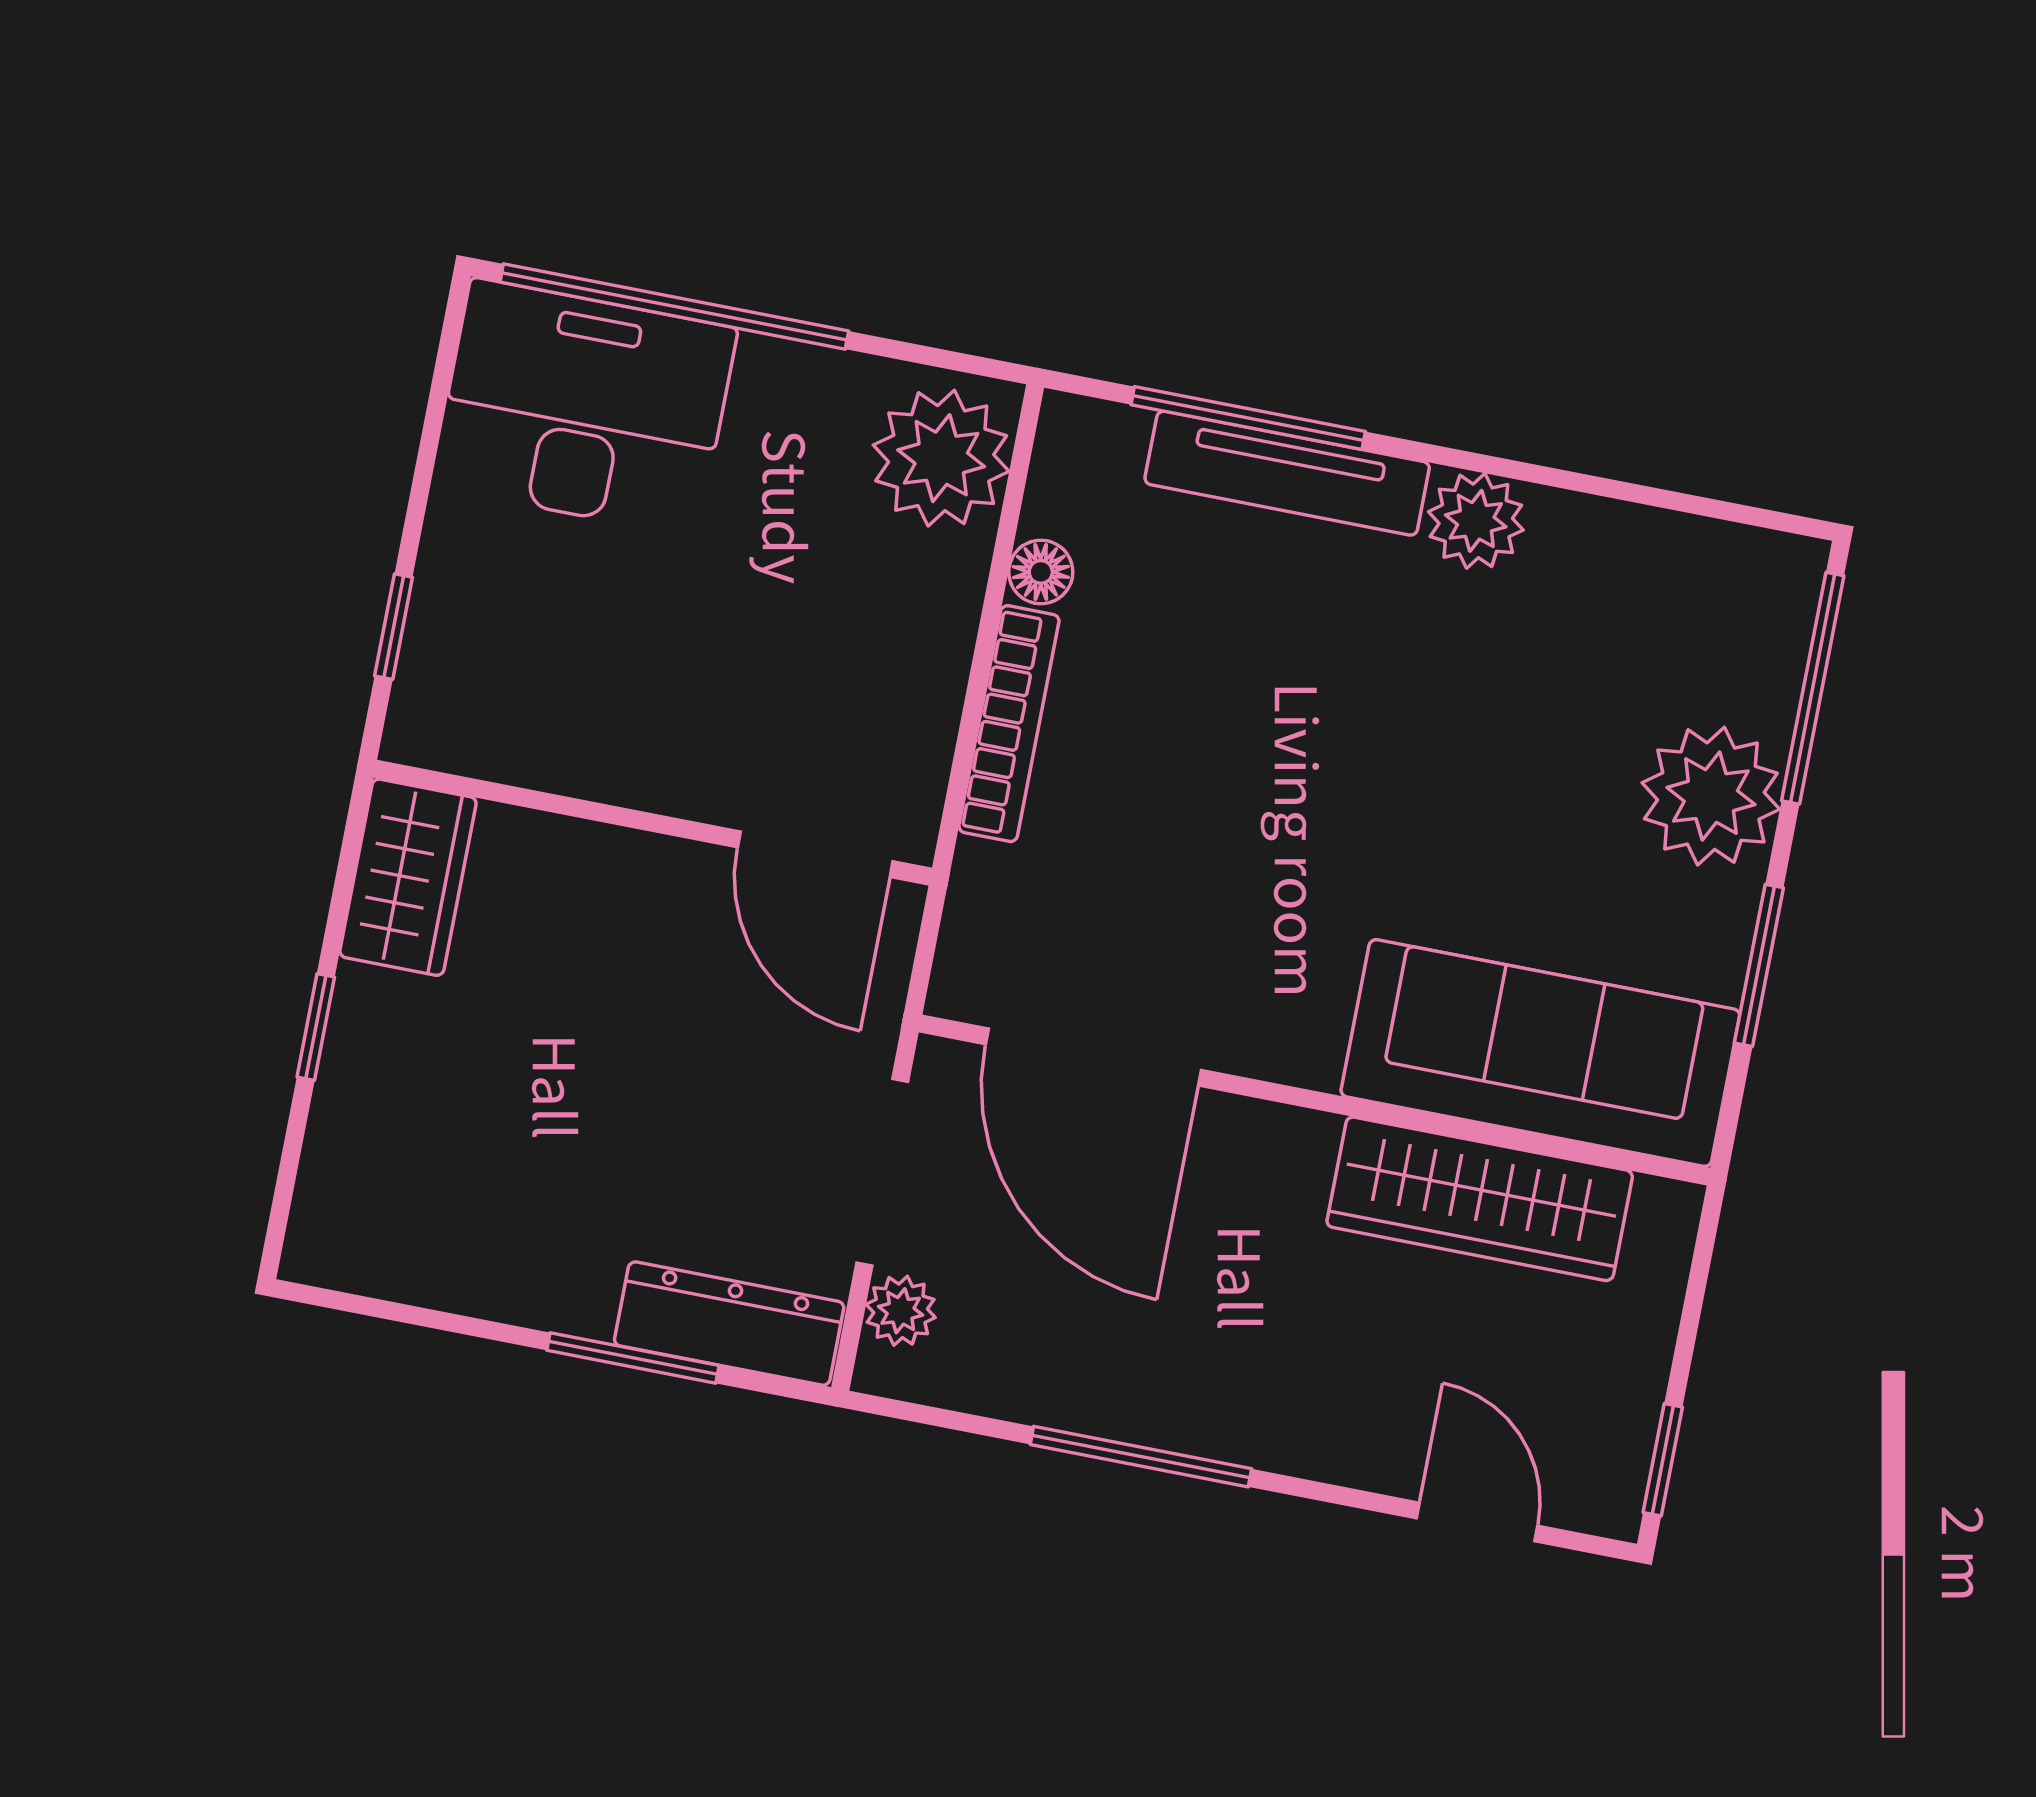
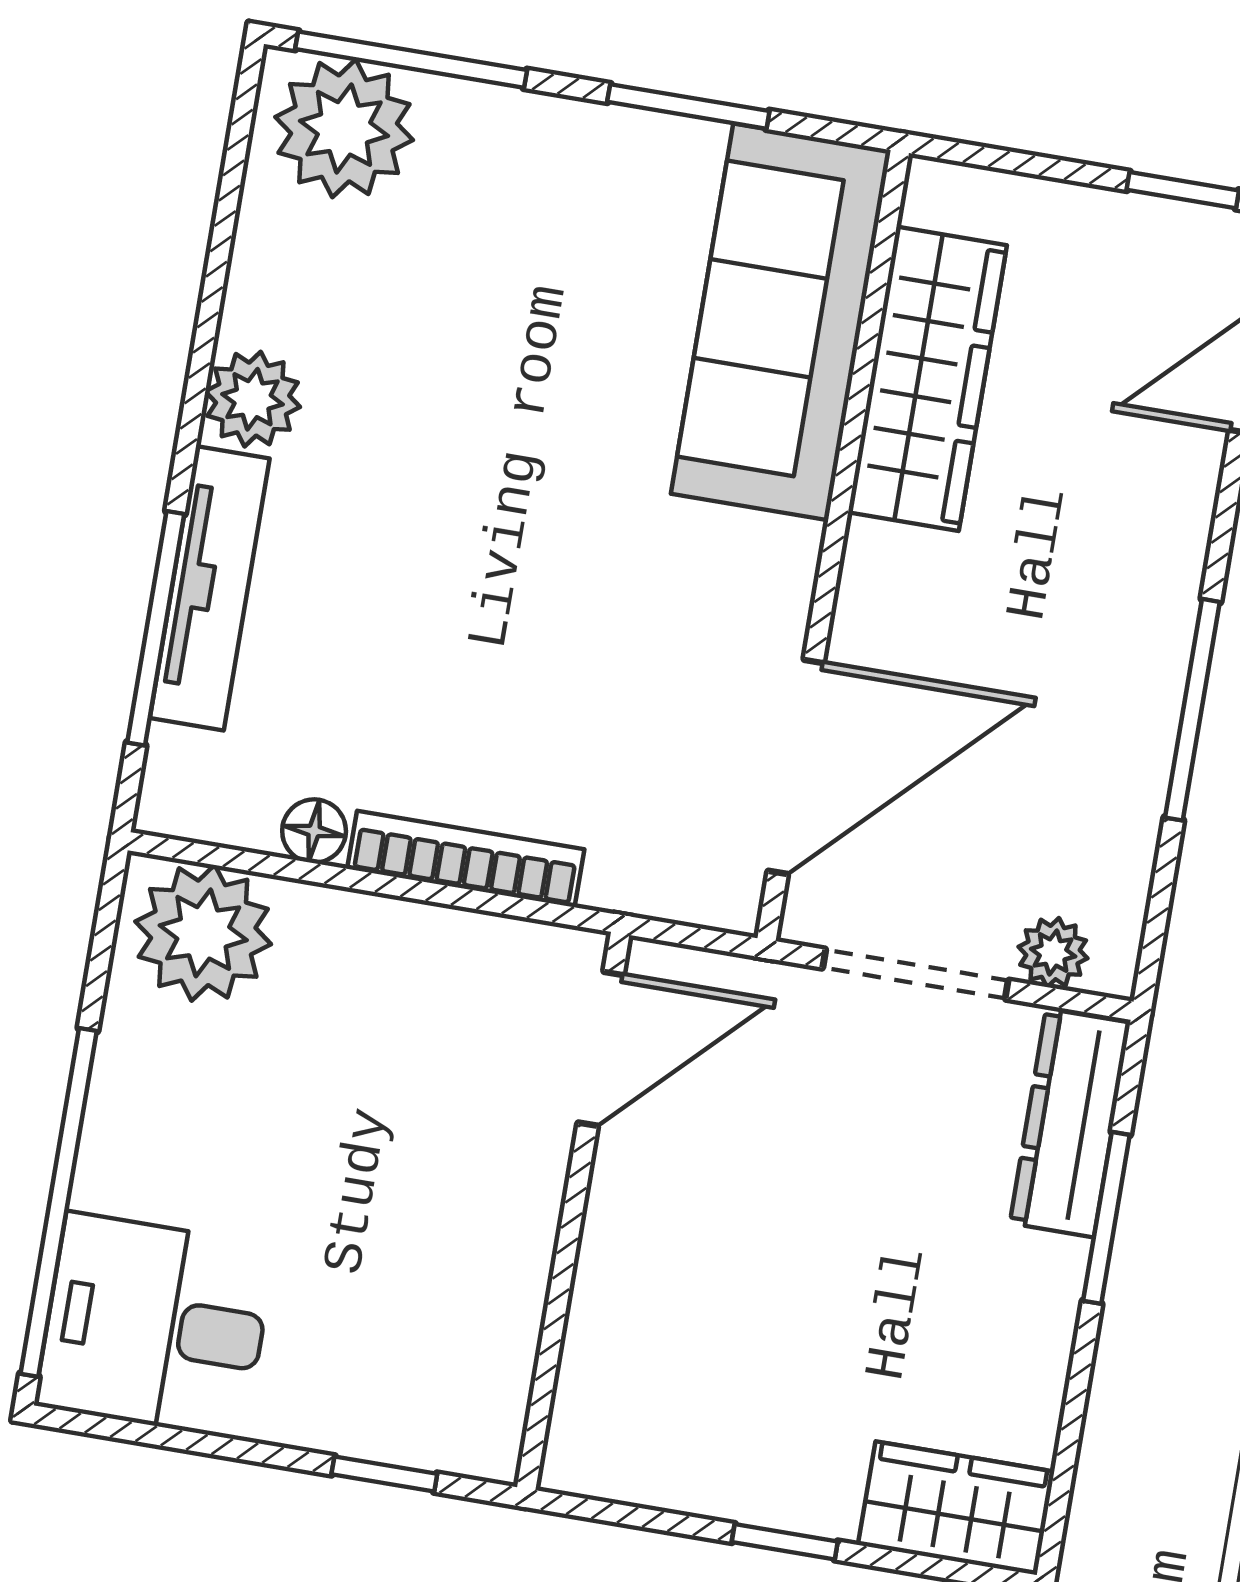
desk: (584, 407) -> (155, 1326), width x0.73
plant: (1711, 796) -> (344, 128), moved
wardrobe: (408, 877) -> (956, 1508), moved

